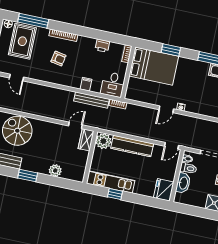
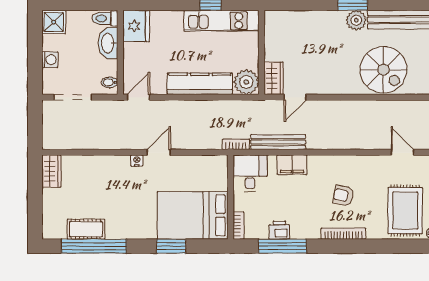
window: (33, 21) -> (282, 246), moved
filing cabinet: (86, 84) -> (292, 165), width x2.00
toilet: (188, 168) -> (105, 18), moved
plant: (55, 171) -> (356, 20), moved

